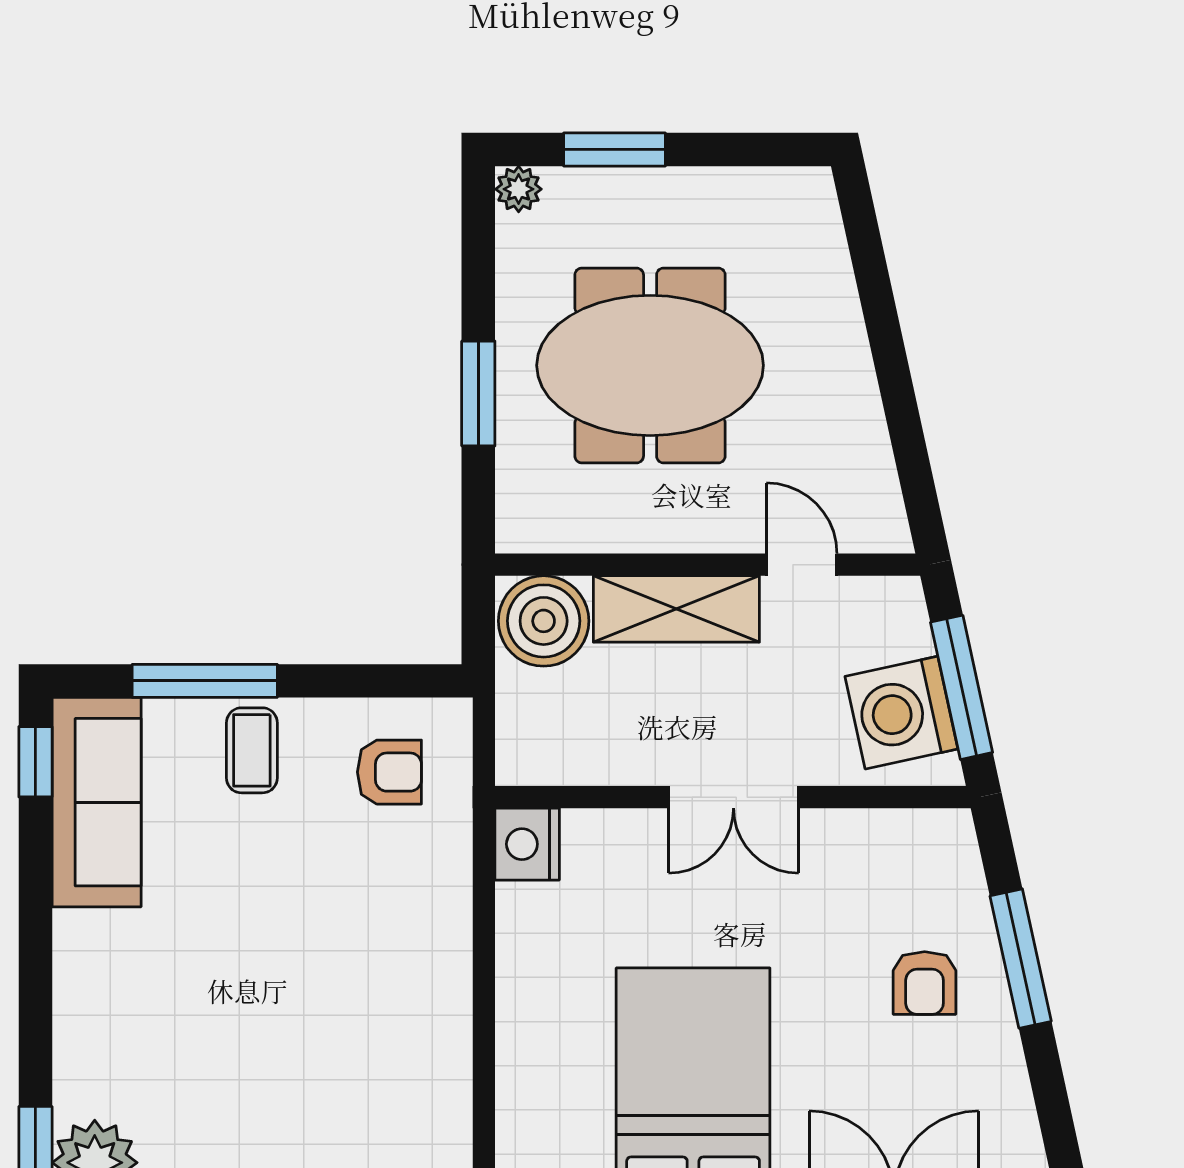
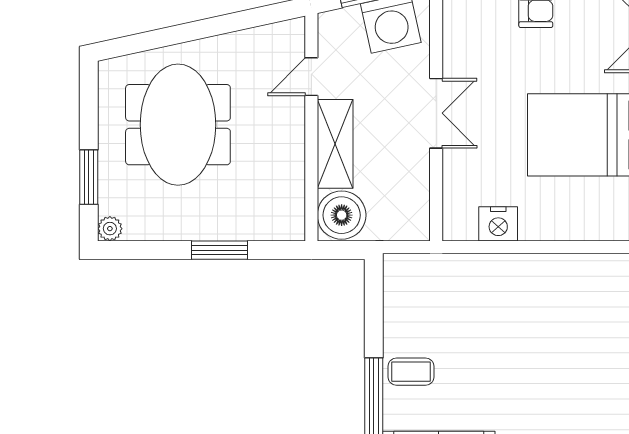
meeting table: (650, 365) -> (178, 125), moved
armchair: (389, 772) -> (423, 298), removed
nightstand: (527, 844) -> (498, 224), moved

